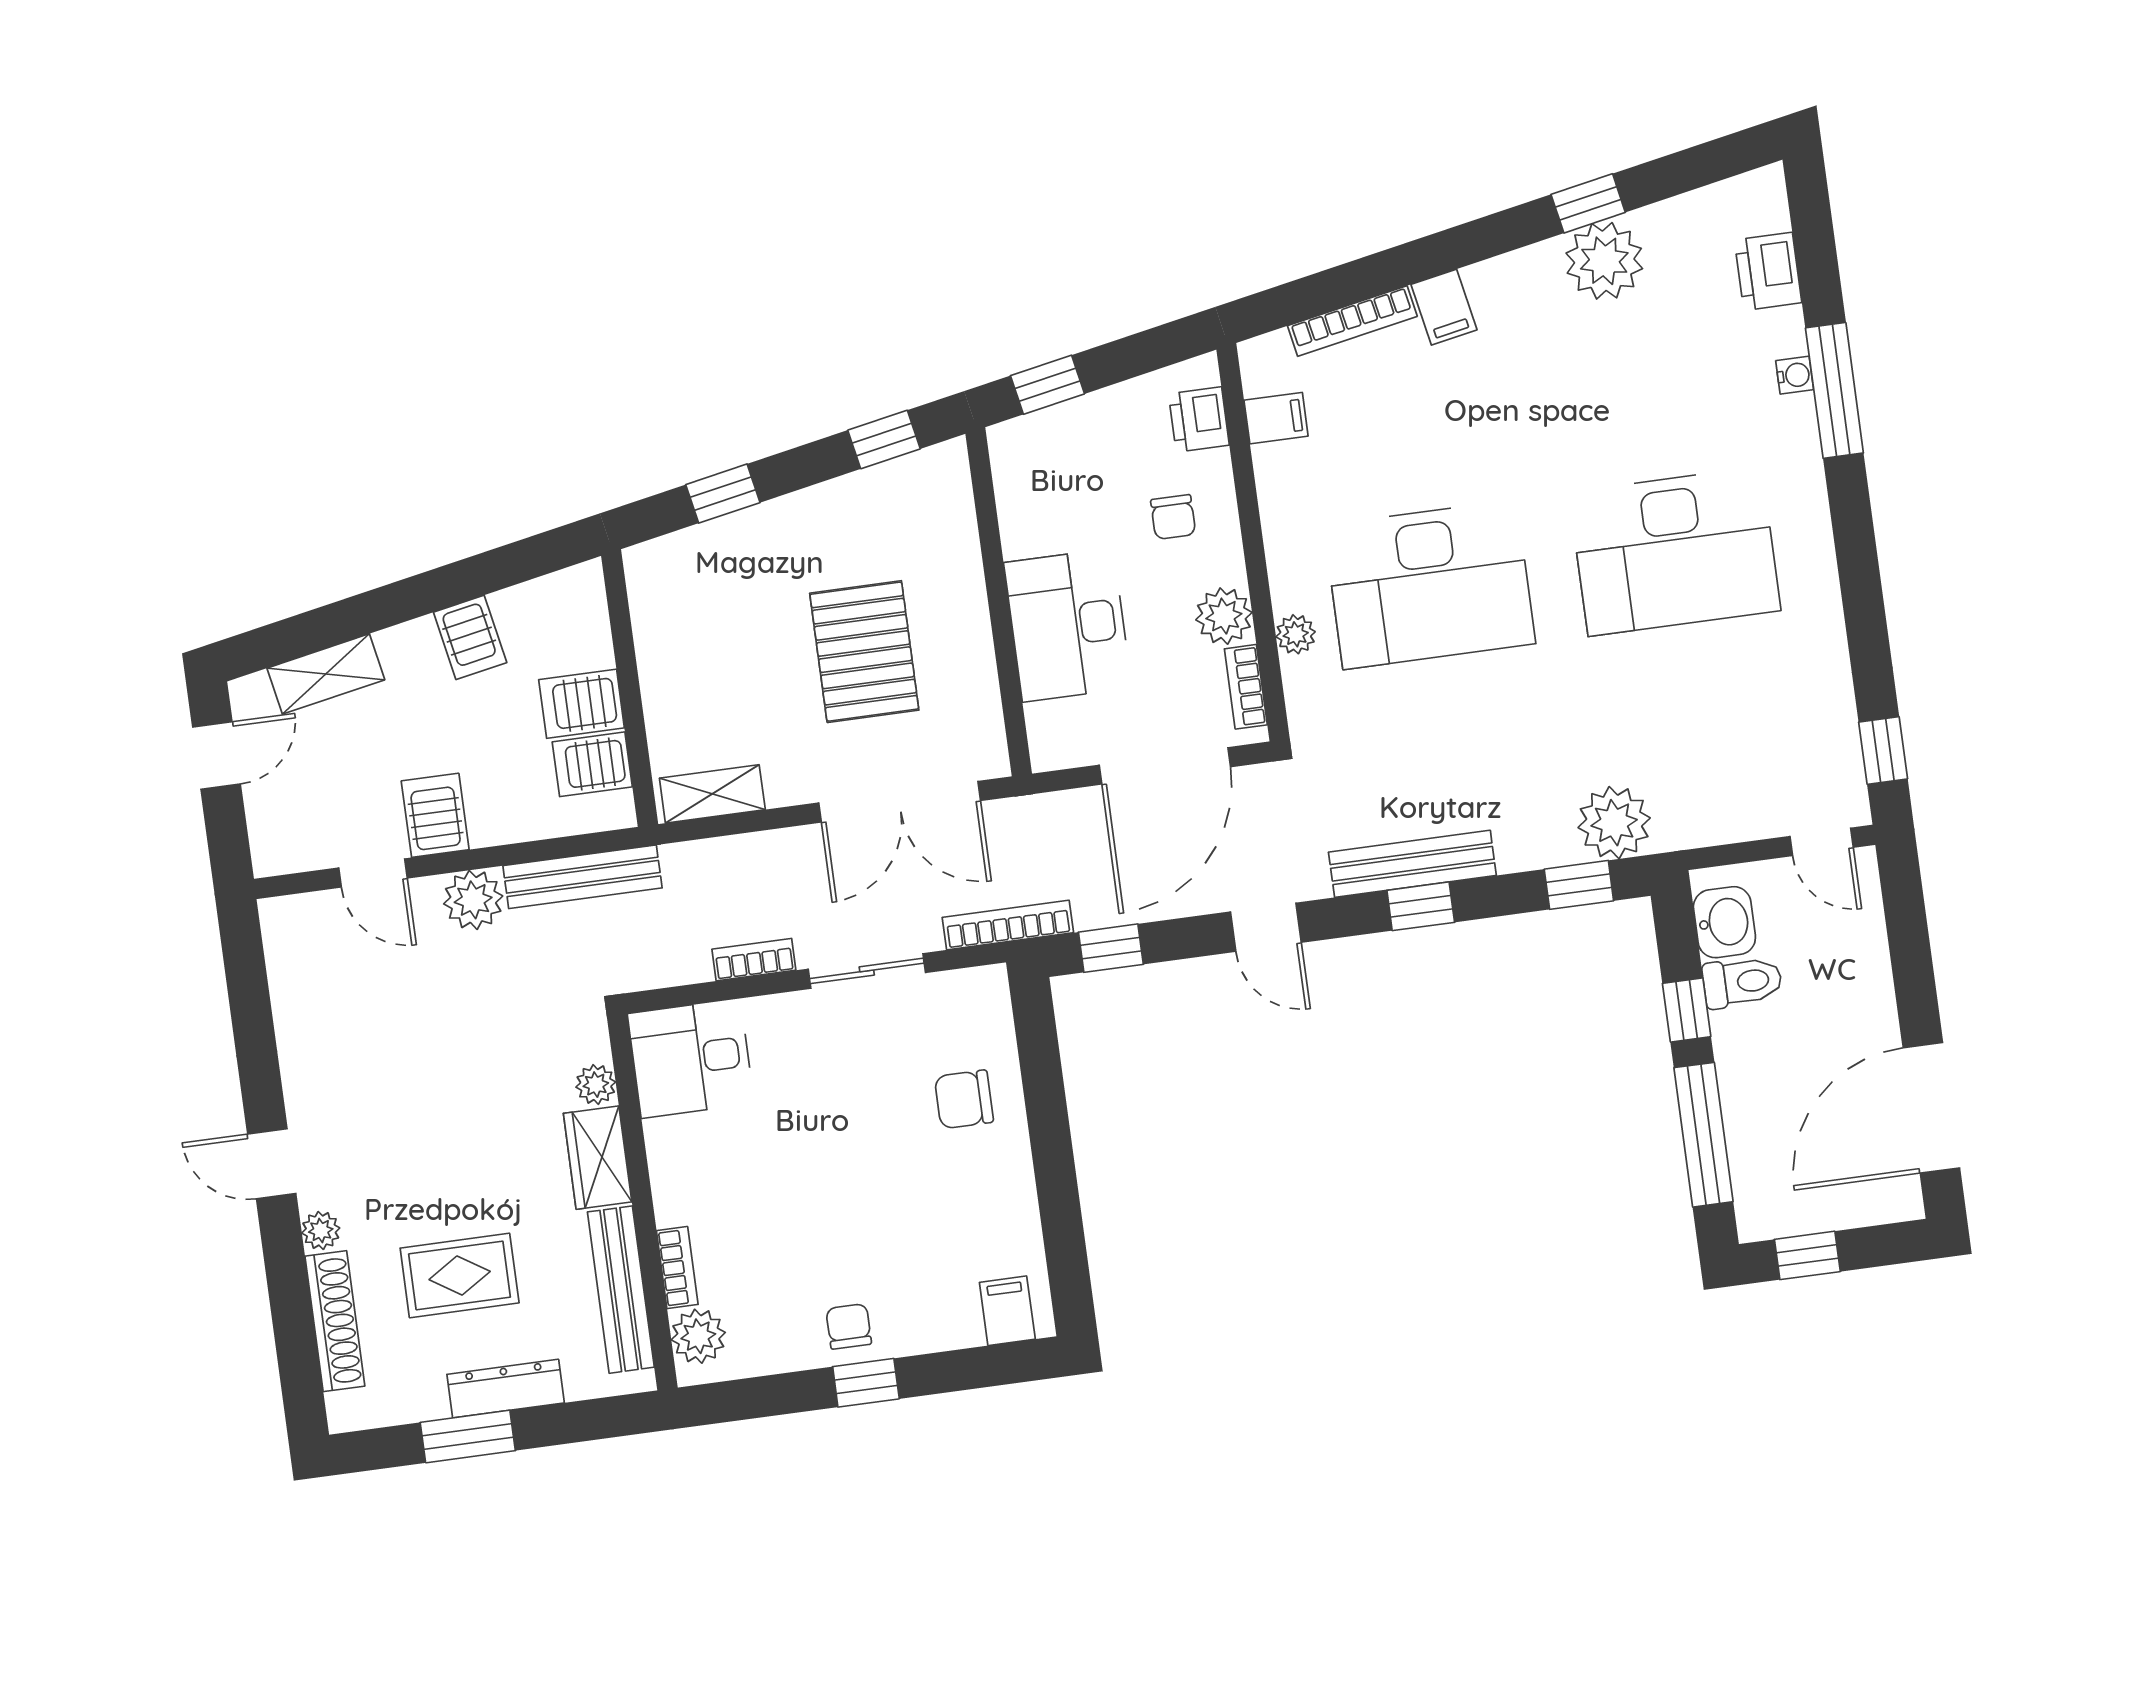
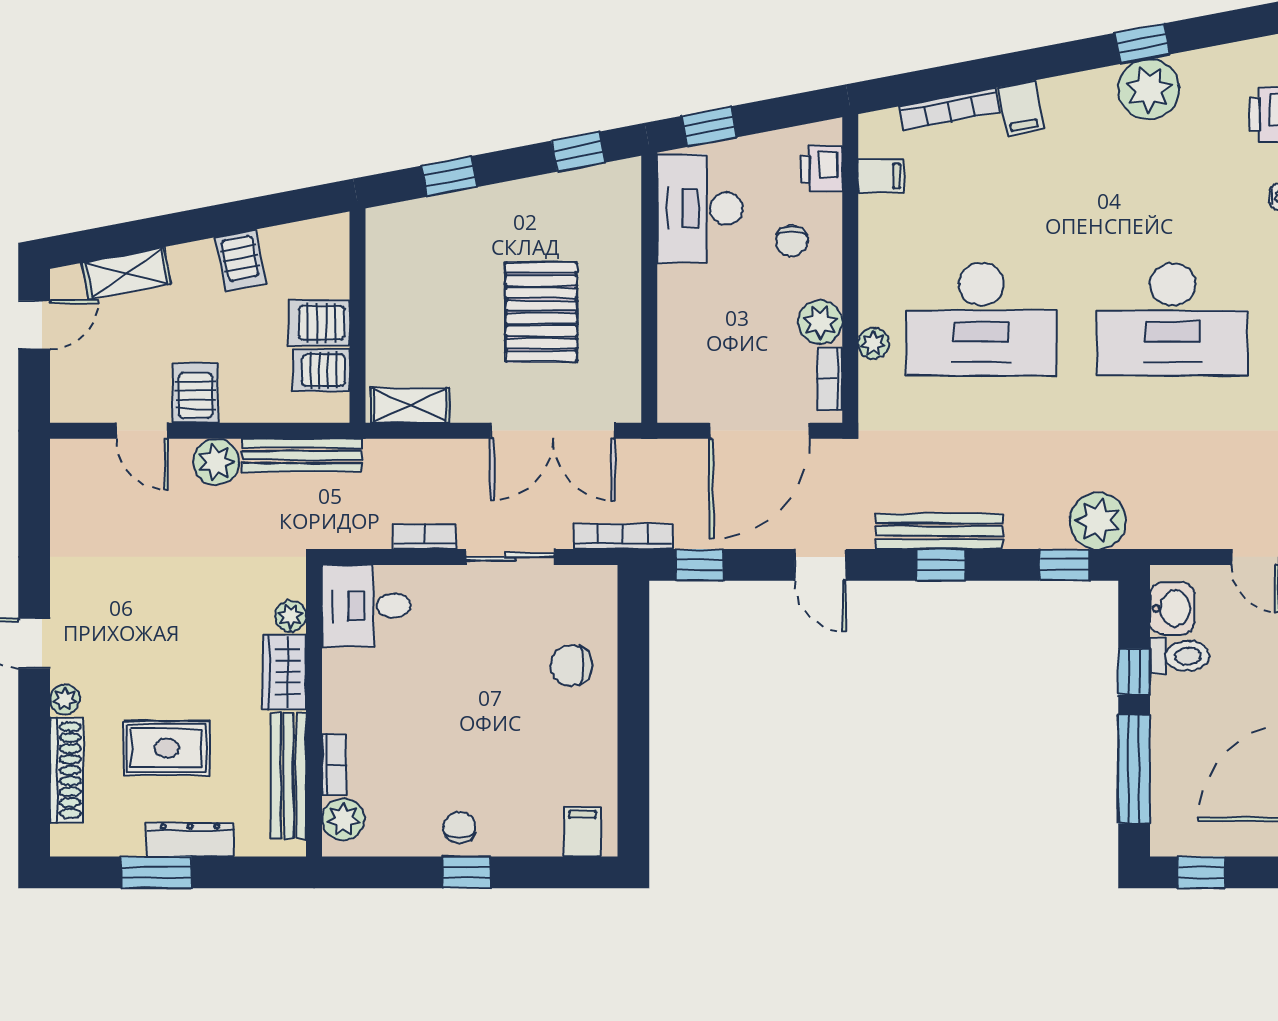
desk: (1068, 625) -> (700, 208), moved

